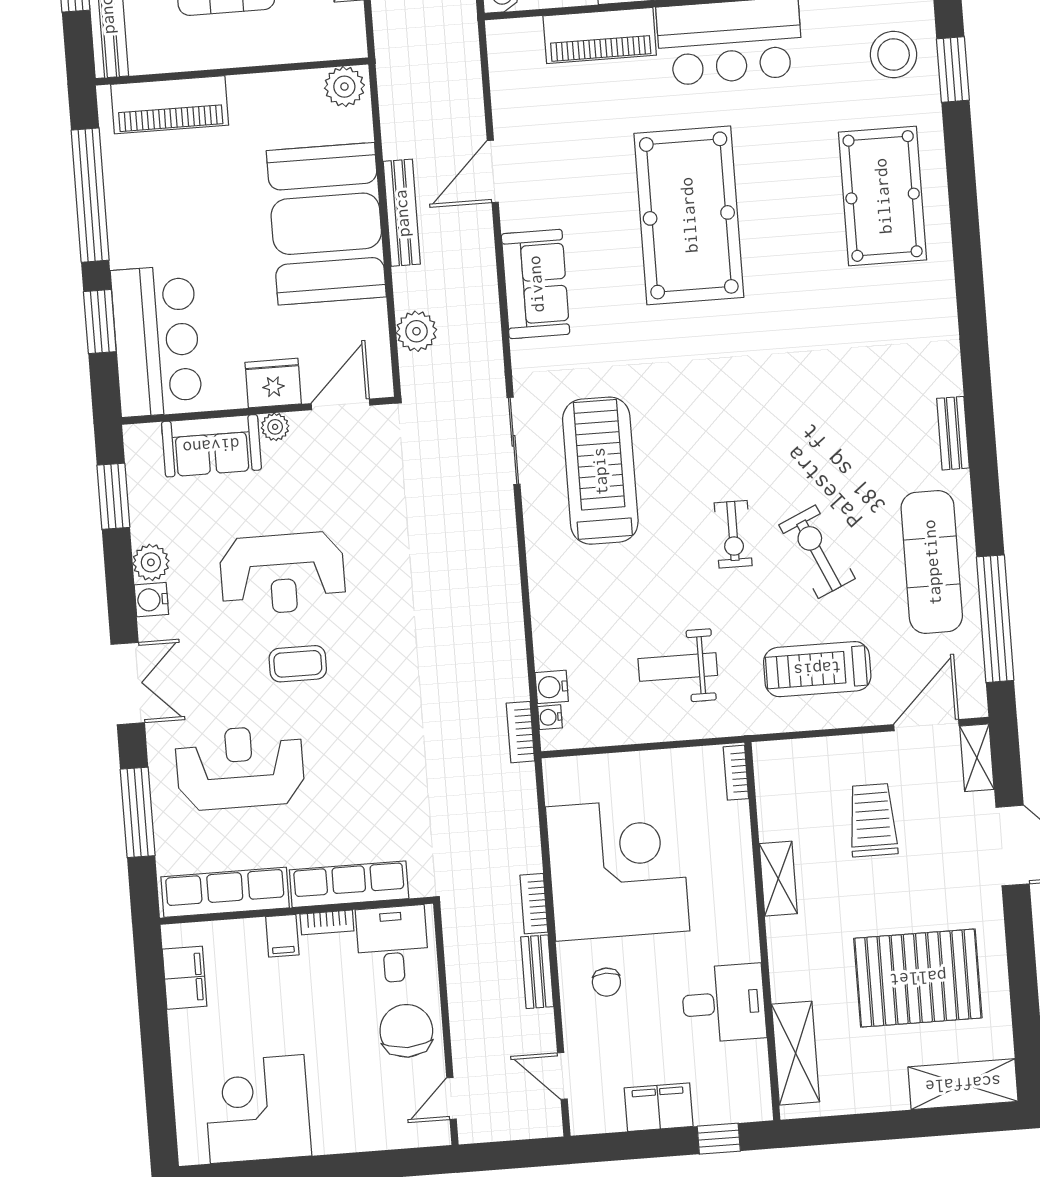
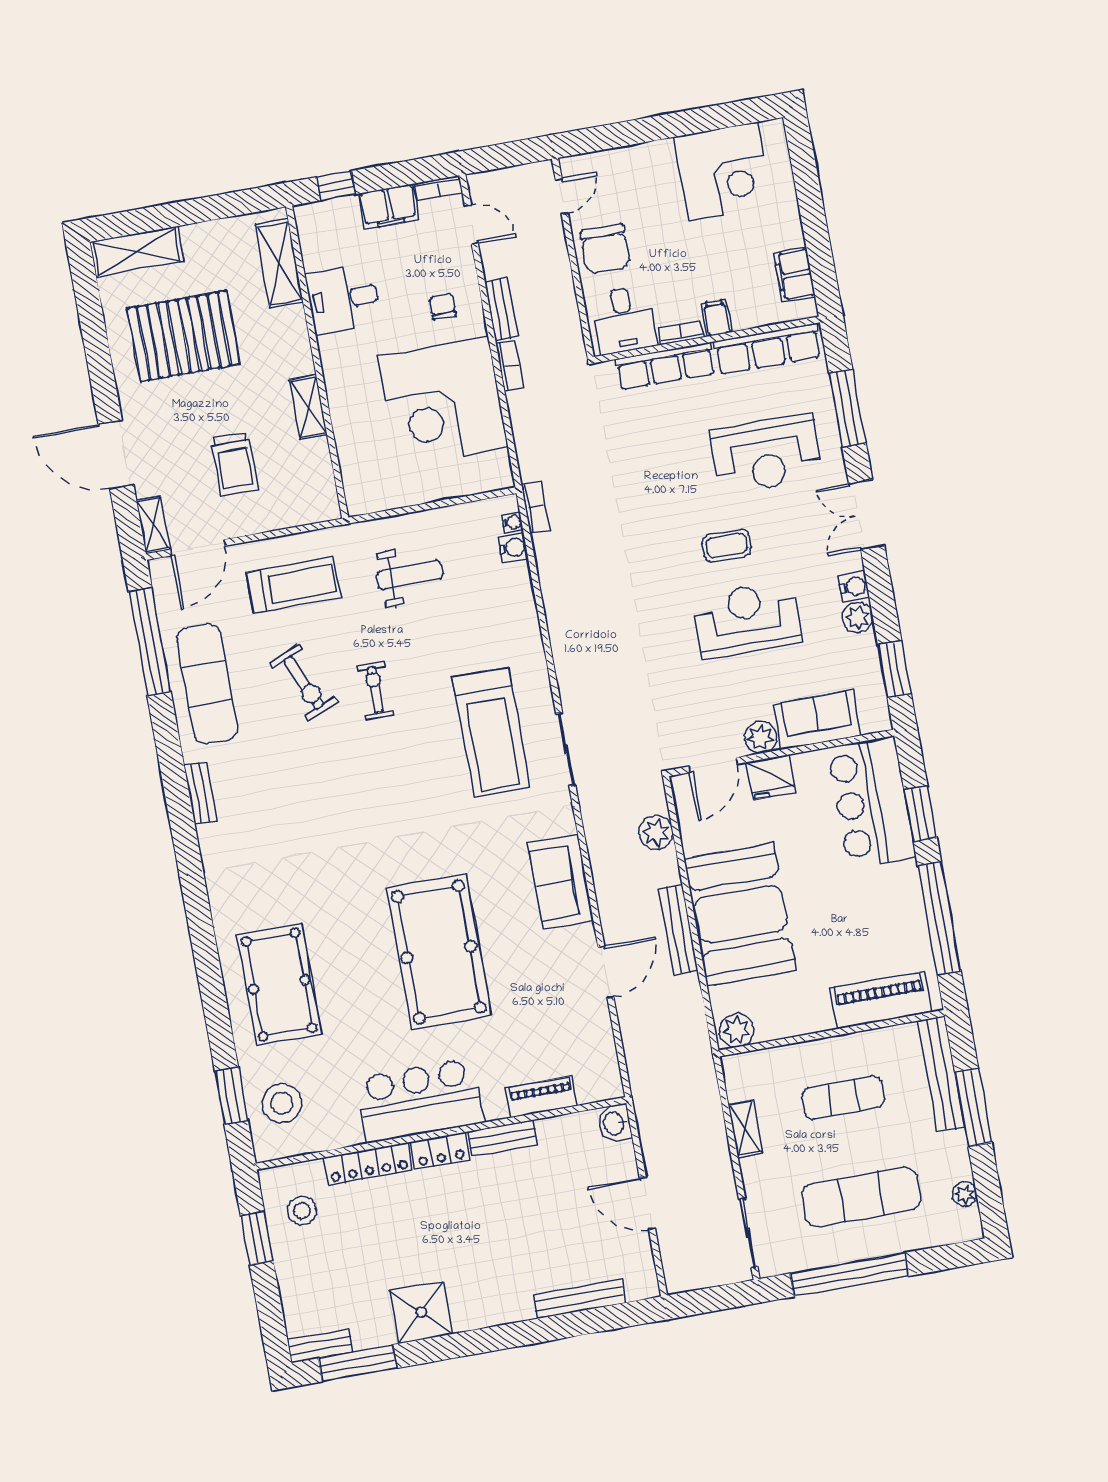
piano: (600, 36) -> (541, 1097), width x0.73, depth x0.75
plant: (275, 427) -> (761, 737), width x1.38, depth x1.38
bookcase: (736, 773) -> (438, 188), moved, turned 90

